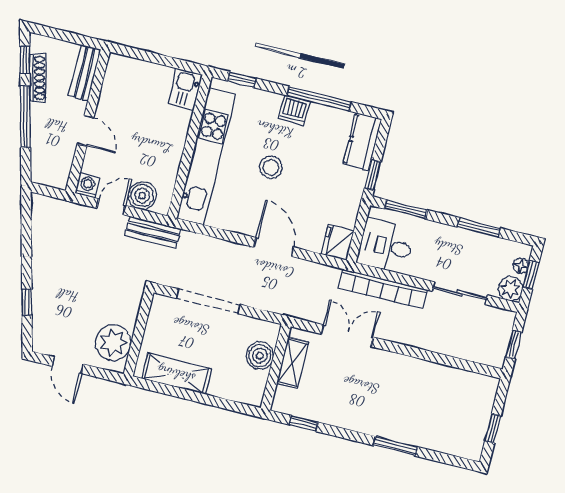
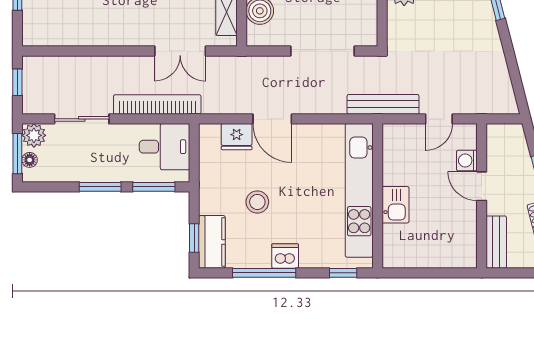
kitchen sink: (185, 89) -> (395, 205), moved
stool: (271, 167) -> (257, 202), moved
window: (373, 175) -> (194, 238), moved
washing machine: (87, 186) -> (467, 160), moved, turned 90
boiler: (142, 196) -> (411, 137), removed
window: (479, 227) -> (100, 187), moved
bench: (153, 232) -> (383, 104), width x1.36
fridge: (338, 242) -> (237, 137), moved, turned 90
window: (531, 275) -> (17, 154), width x1.50

